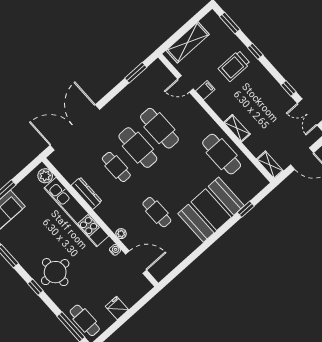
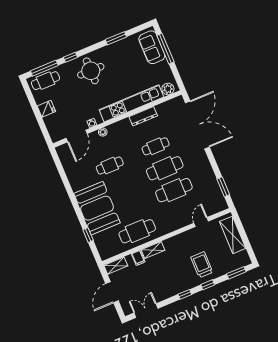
window: (288, 88) -> (185, 294), moved
filing cabinet: (205, 90) -> (138, 258), moved
window: (35, 287) -> (71, 57), moved

